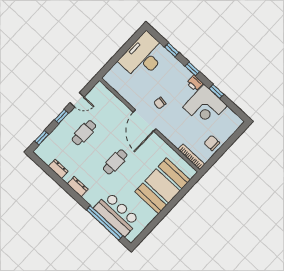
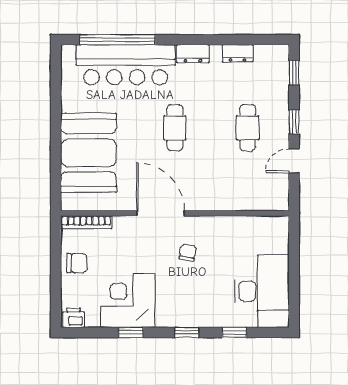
printer: (195, 83) -> (73, 318), moved
door: (145, 120) -> (160, 213), moved
bar counter: (117, 214) -> (126, 65), width x1.36

